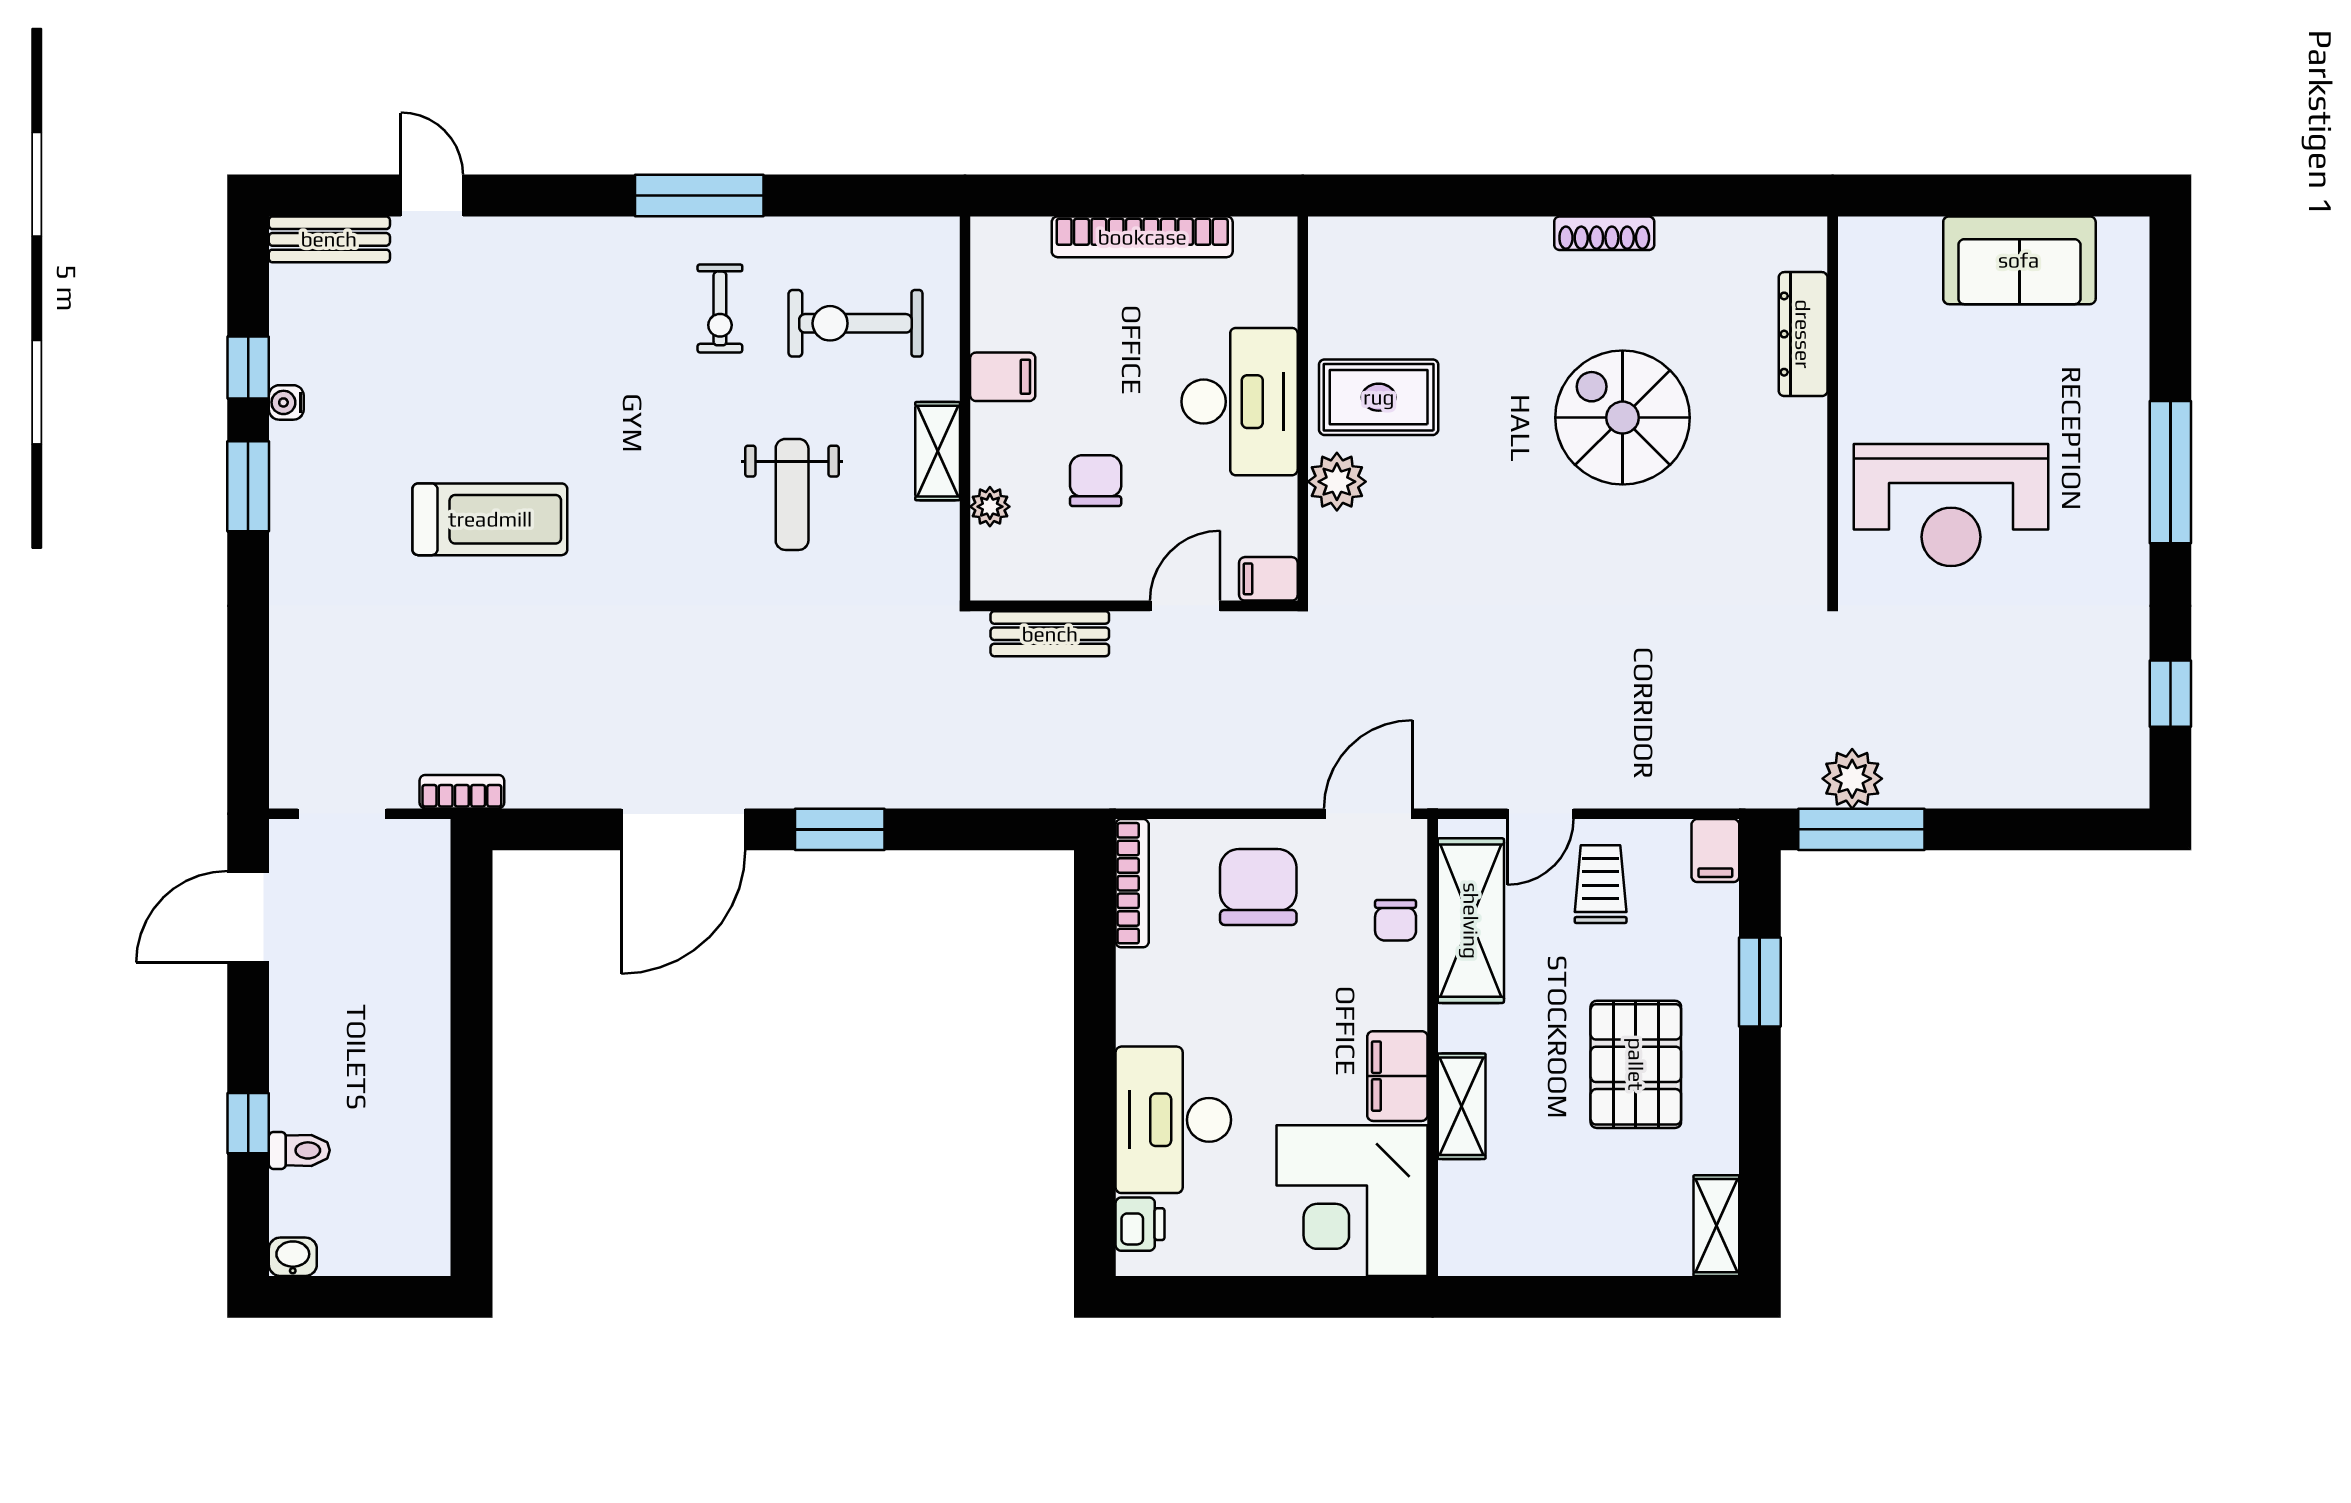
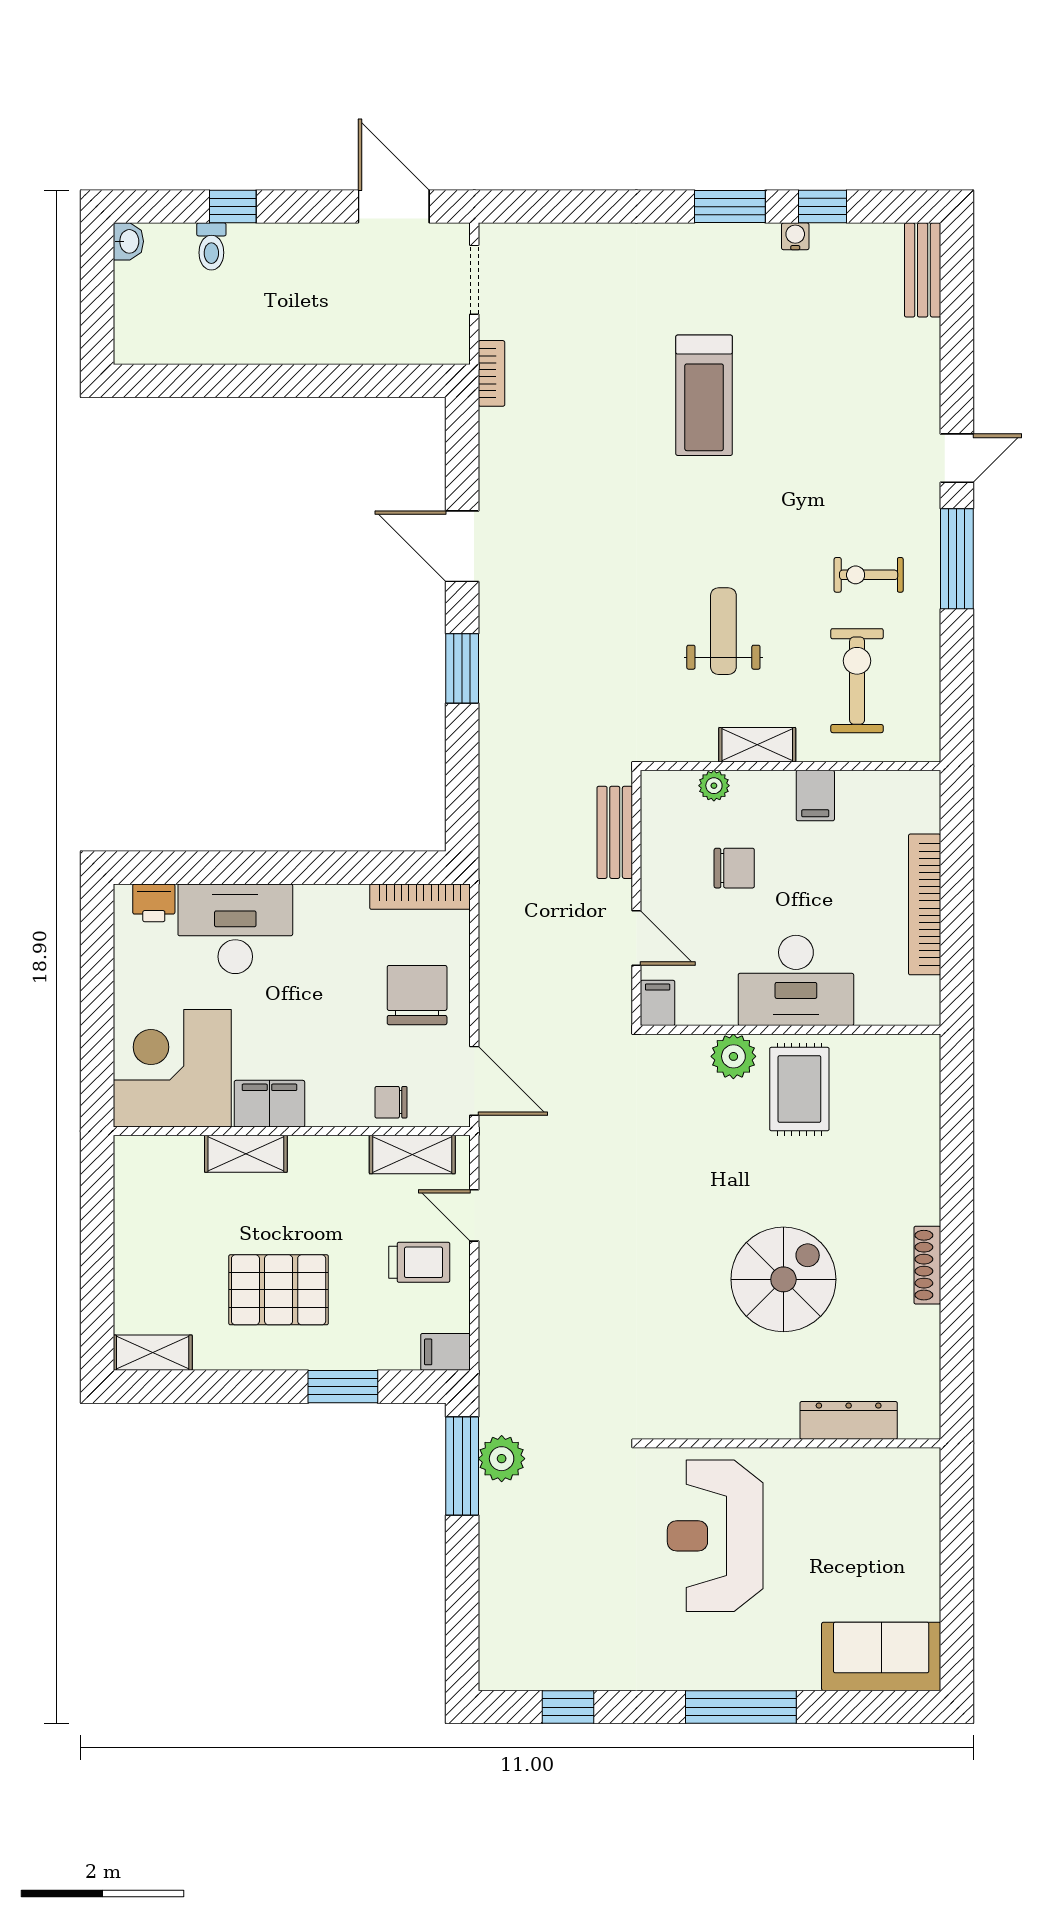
door: (432, 195) -> (957, 458), moved
sofa: (2019, 260) -> (881, 1656), moved, turned 90
weight bench: (792, 494) -> (723, 631), turned 90
door: (683, 829) -> (462, 546), width x0.73
chair: (1258, 887) -> (417, 995), turned -90
shelving: (1471, 921) -> (412, 1155), width x0.67, depth x0.75

